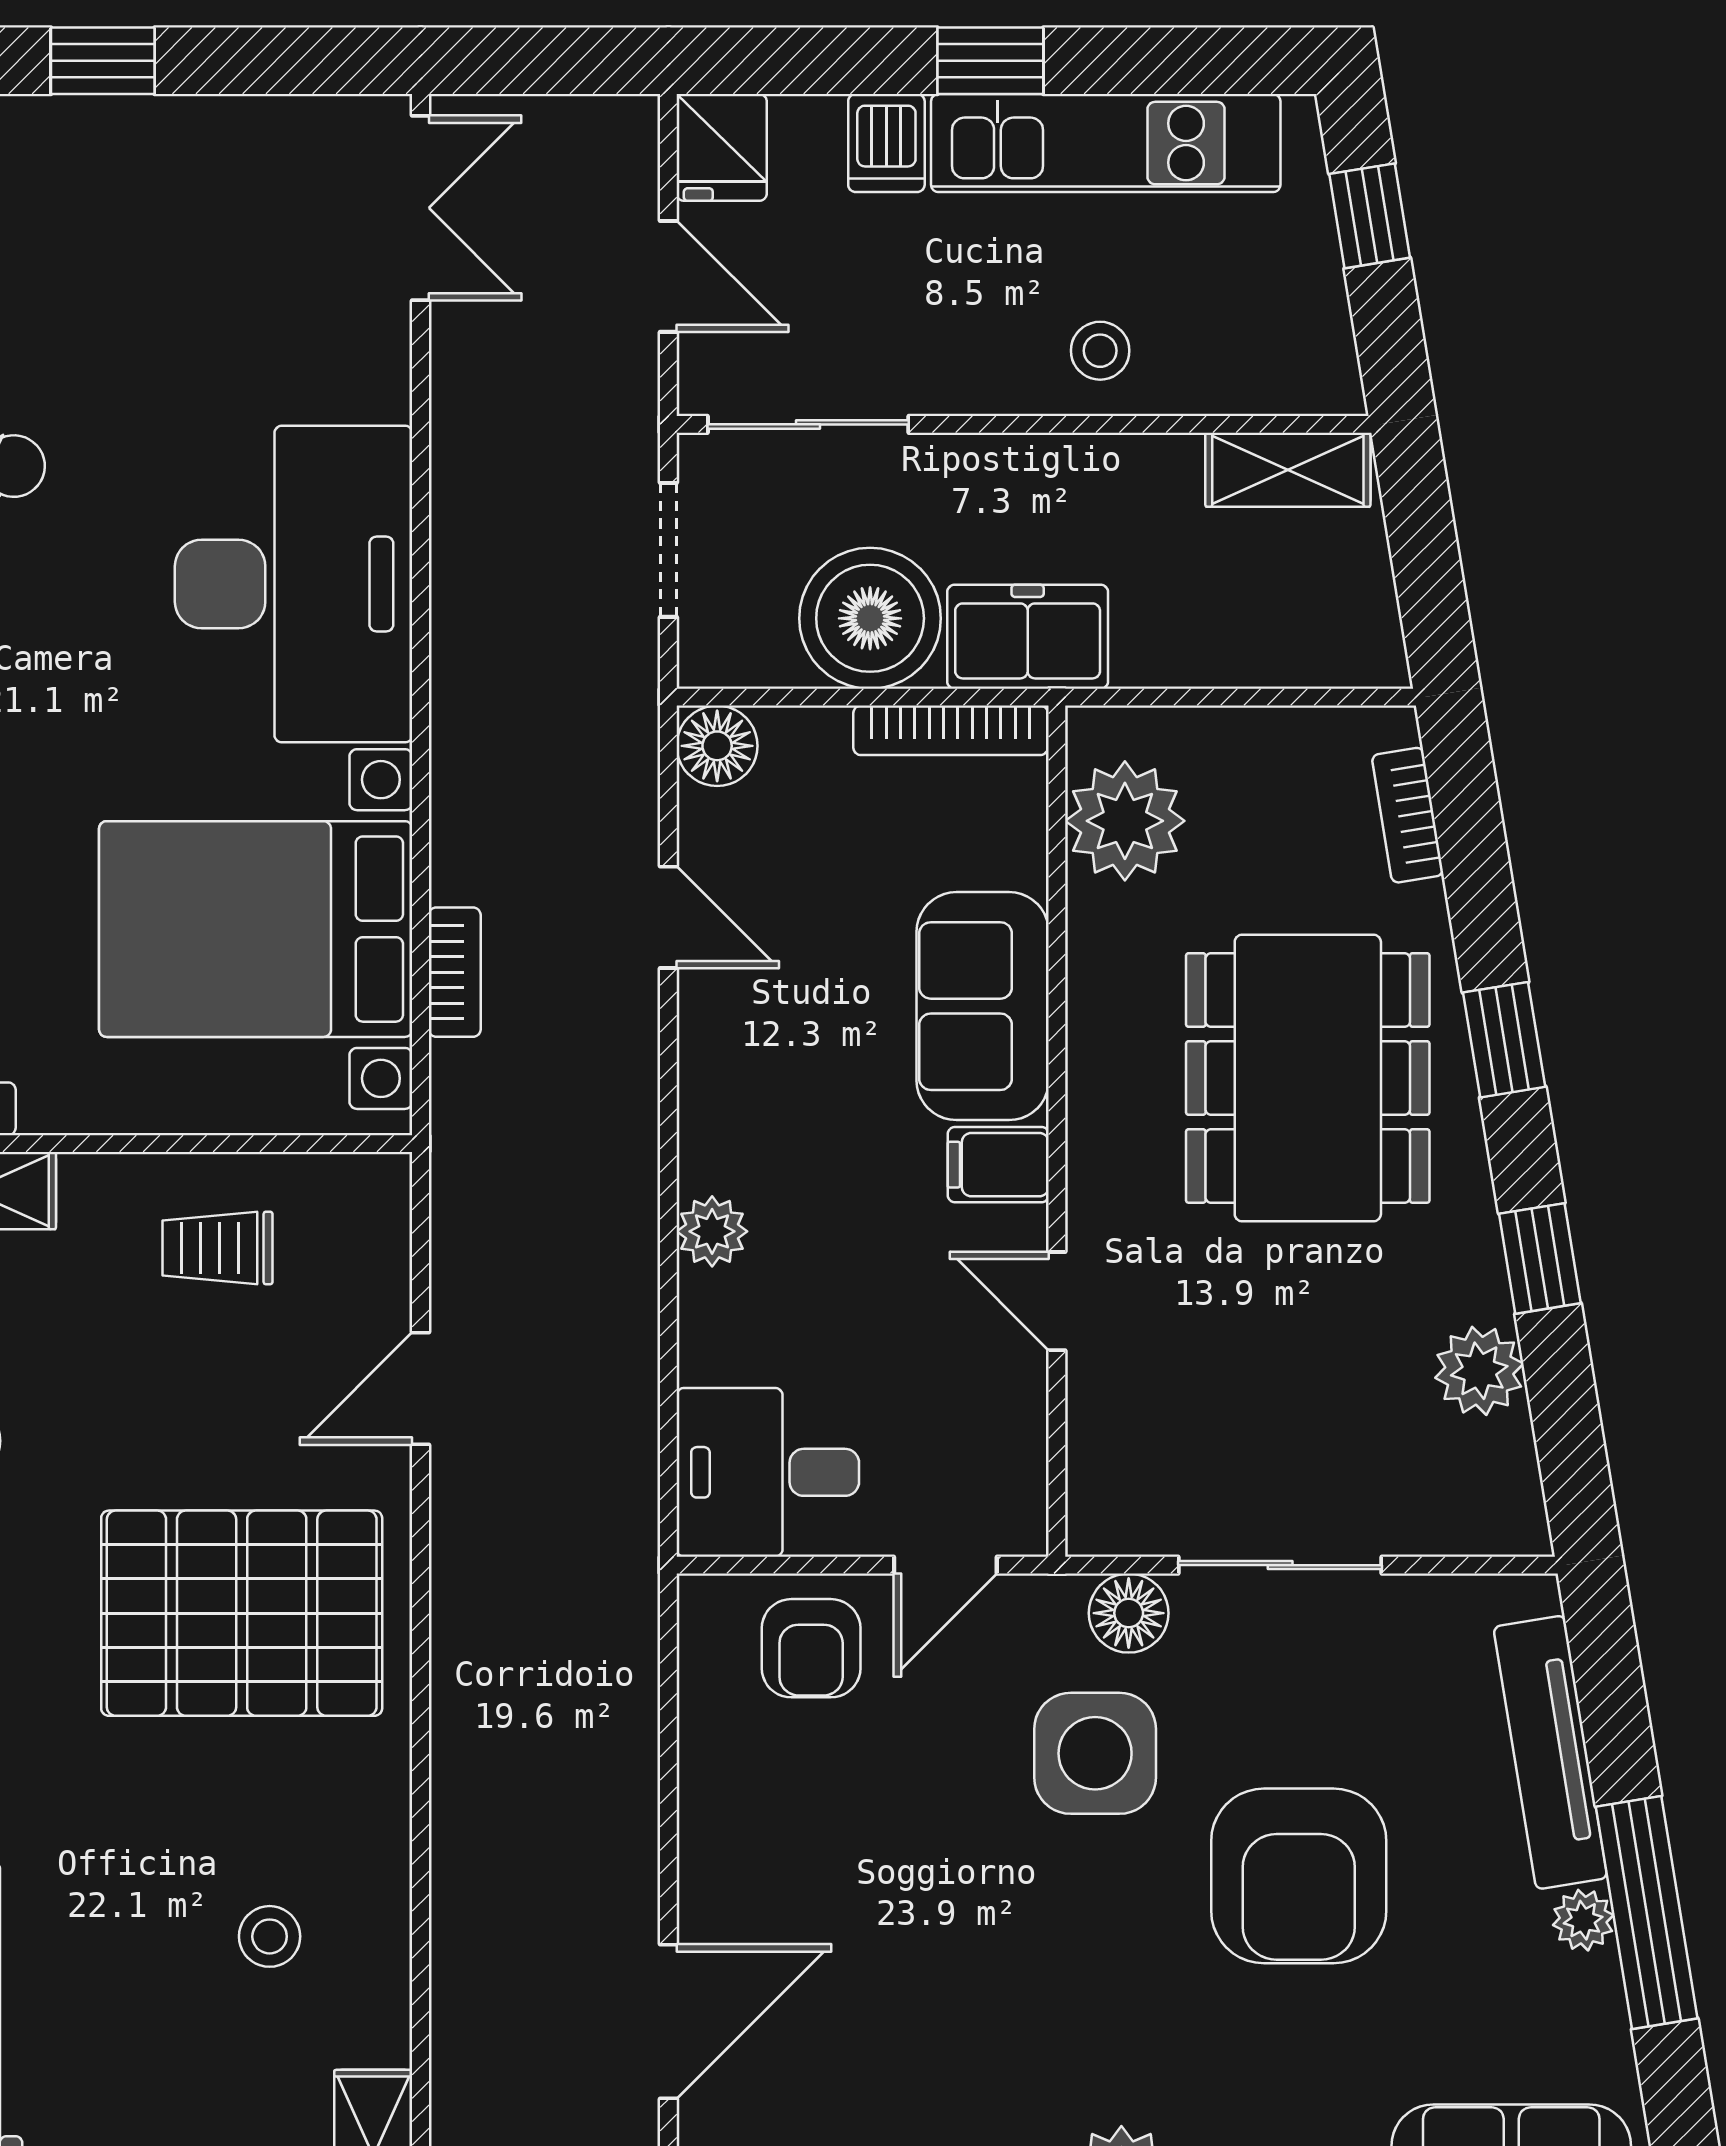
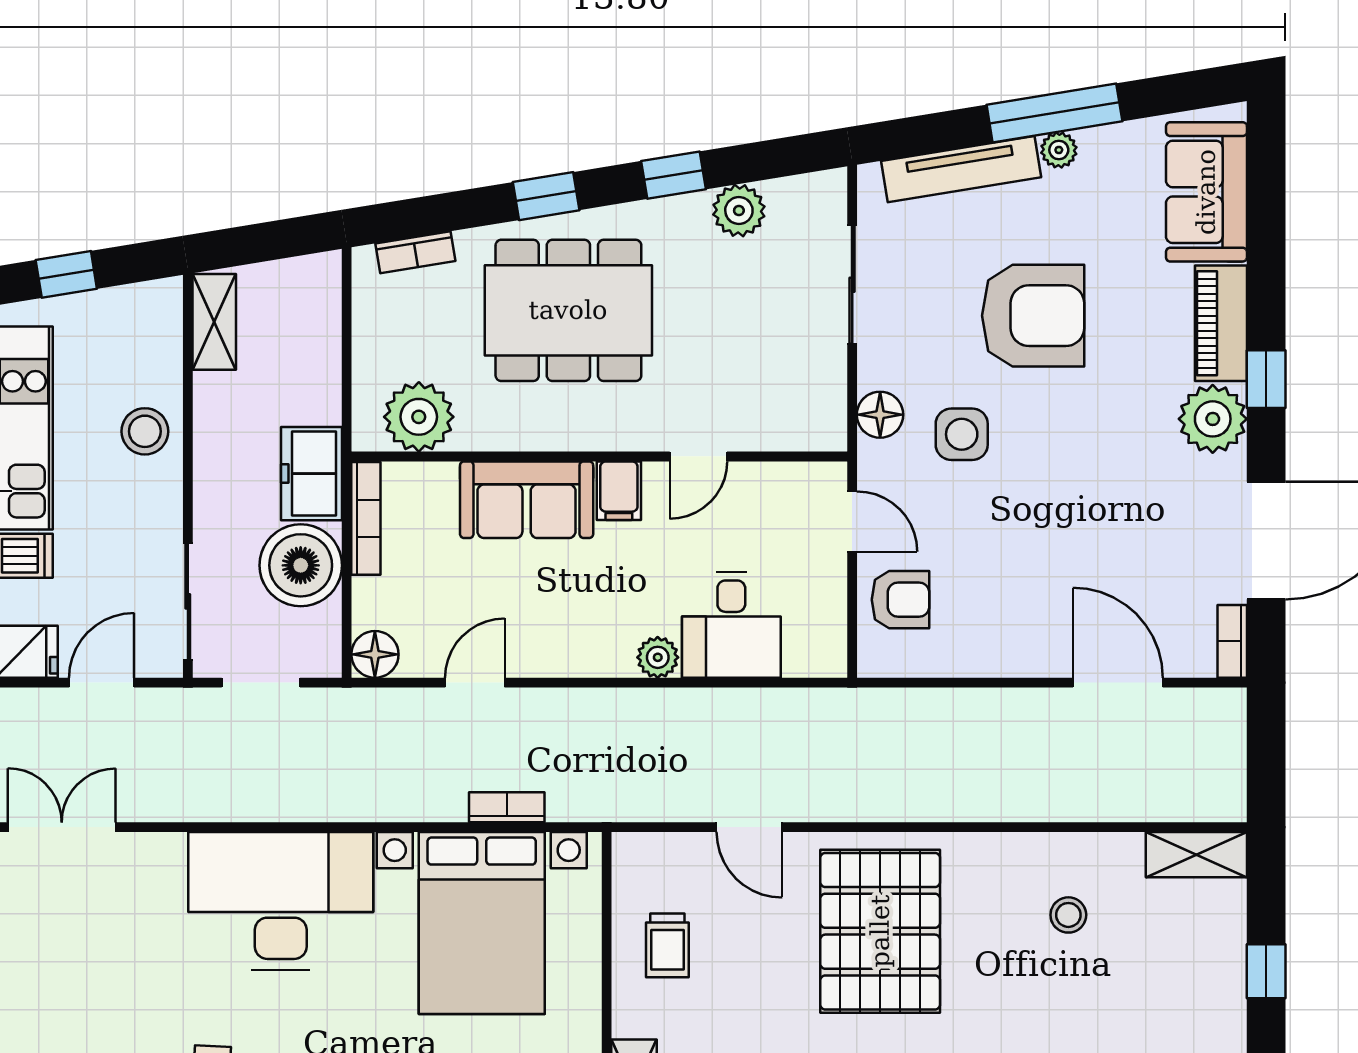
stool: (1100, 351) -> (145, 431), width x1.37, depth x1.37
desk: (768, 1472) -> (731, 625), moved
sliding door: (1280, 1565) -> (852, 285), moved
side table: (1095, 1753) -> (962, 434), width x0.73, depth x0.73

